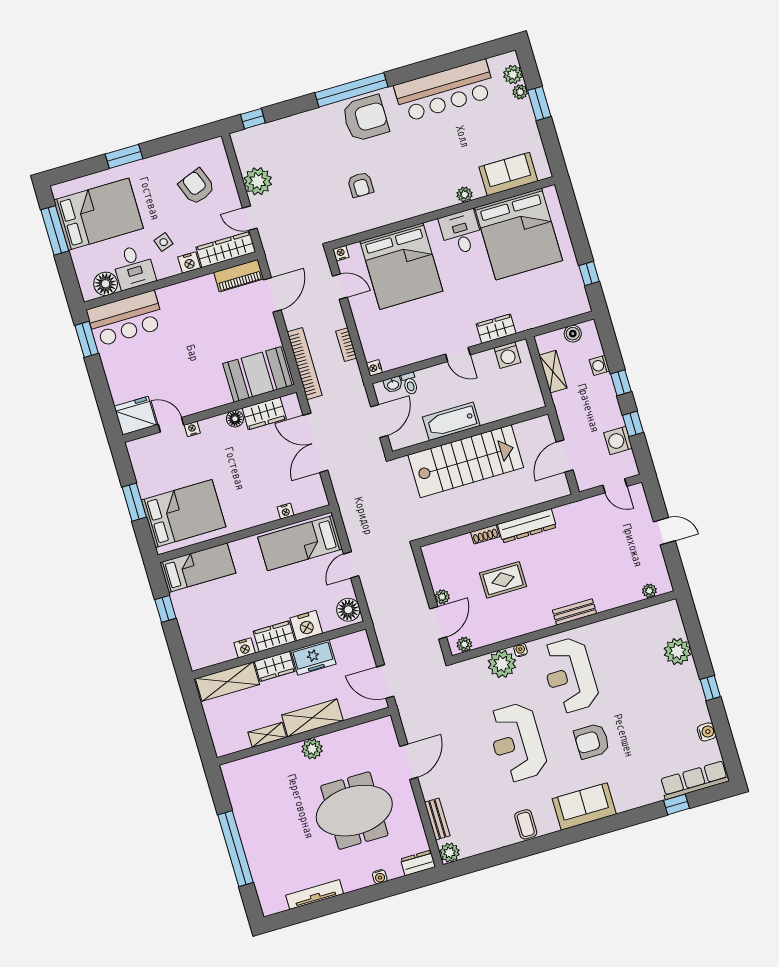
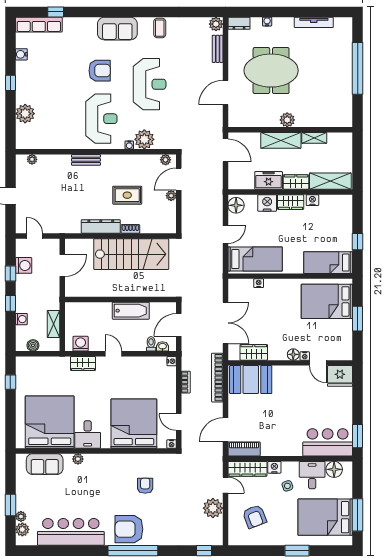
floor lamp: (235, 419) -> (293, 354), moved
stairs: (466, 461) -> (131, 254), moved, turned 180

